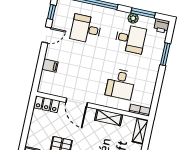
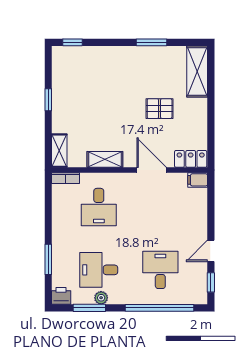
desk: (86, 29) -> (160, 270), turned -90
filing cabinet: (50, 66) -> (198, 180), moved
desk: (121, 84) -> (99, 207), turned 180

